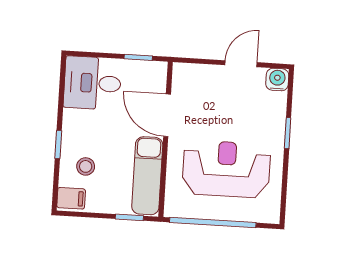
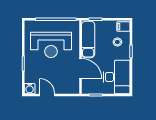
door: (241, 64) -> (47, 95), swing flipped
desk: (92, 83) -> (117, 77), width x1.37

